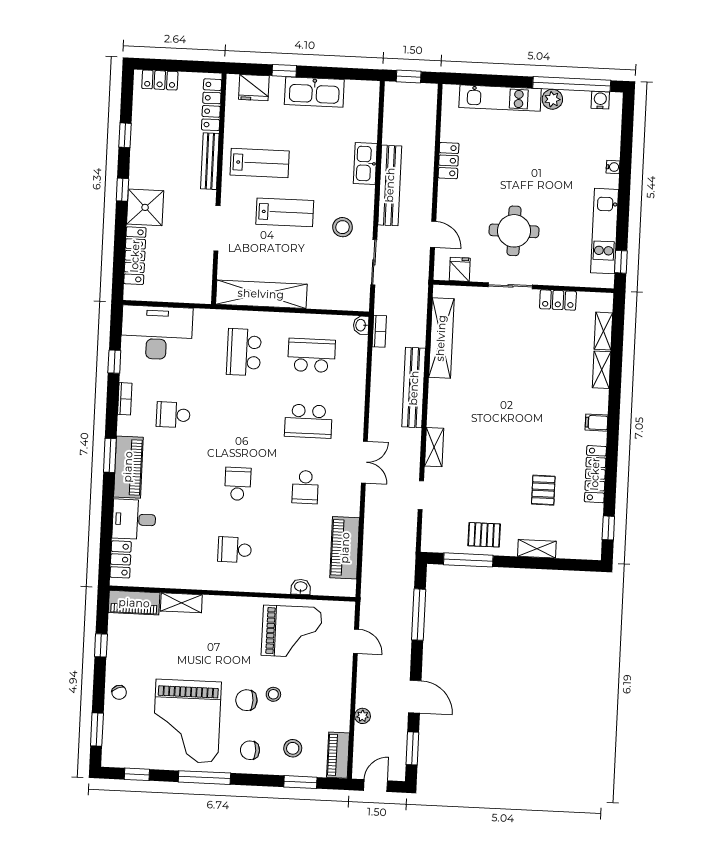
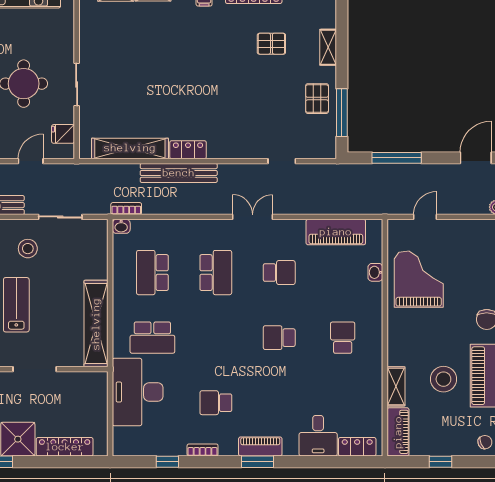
locker: (558, 300) -> (188, 150), moved, turned -90
desk: (157, 333) -> (138, 392), moved
school desk: (173, 415) -> (216, 403), turned 90
shelving: (434, 447) -> (235, 151), removed
piano: (128, 467) -> (260, 446), width x0.73, depth x0.75
school desk: (235, 550) -> (343, 338), turned 180
stool: (273, 694) -> (443, 379), moved, width x1.89, depth x1.89

